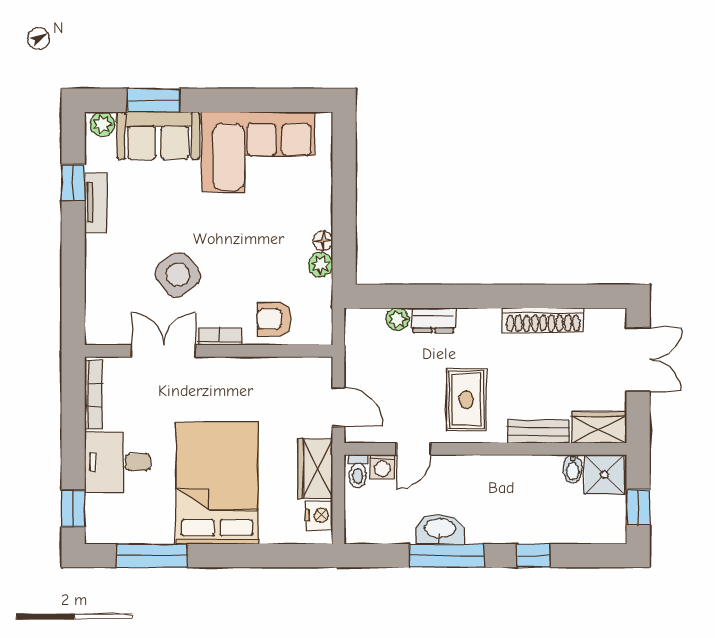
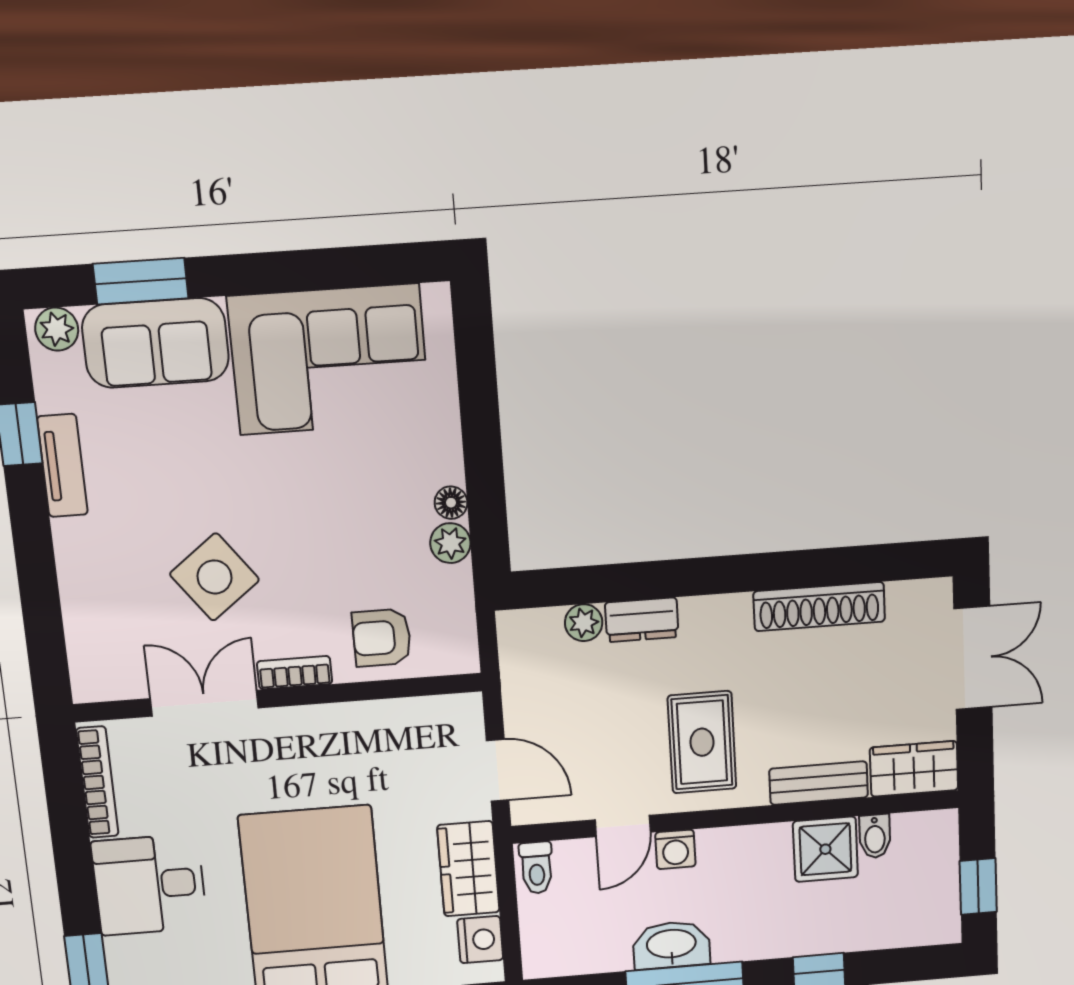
washing machine: (382, 467) -> (675, 849), moved
shower: (604, 475) -> (825, 849), moved

